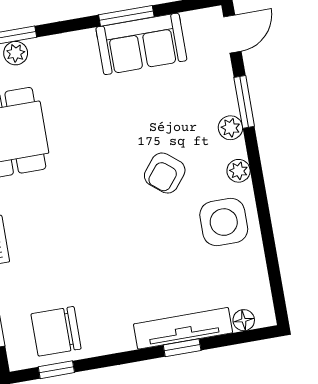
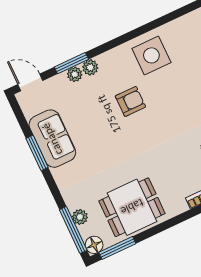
plant: (239, 171) -> (75, 74), moved
armchair: (165, 173) -> (130, 101), turned -39

